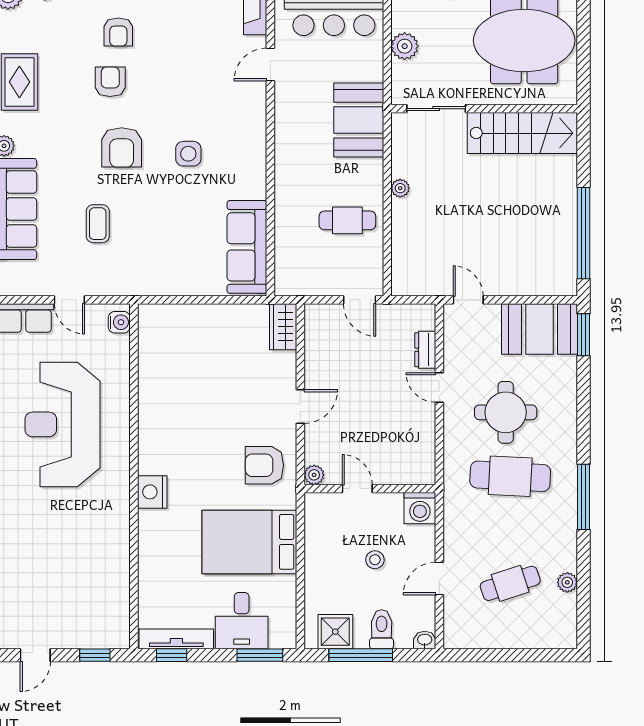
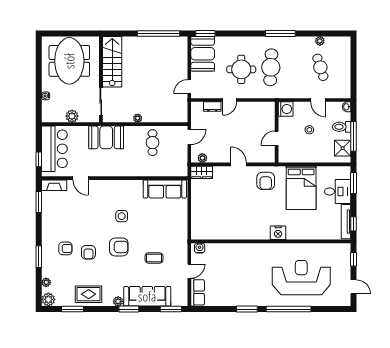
armchair: (110, 82) -> (88, 252), turned -90
reception desk: (62, 424) -> (301, 278), moved, turned 180
plant: (314, 475) -> (202, 158), moved

